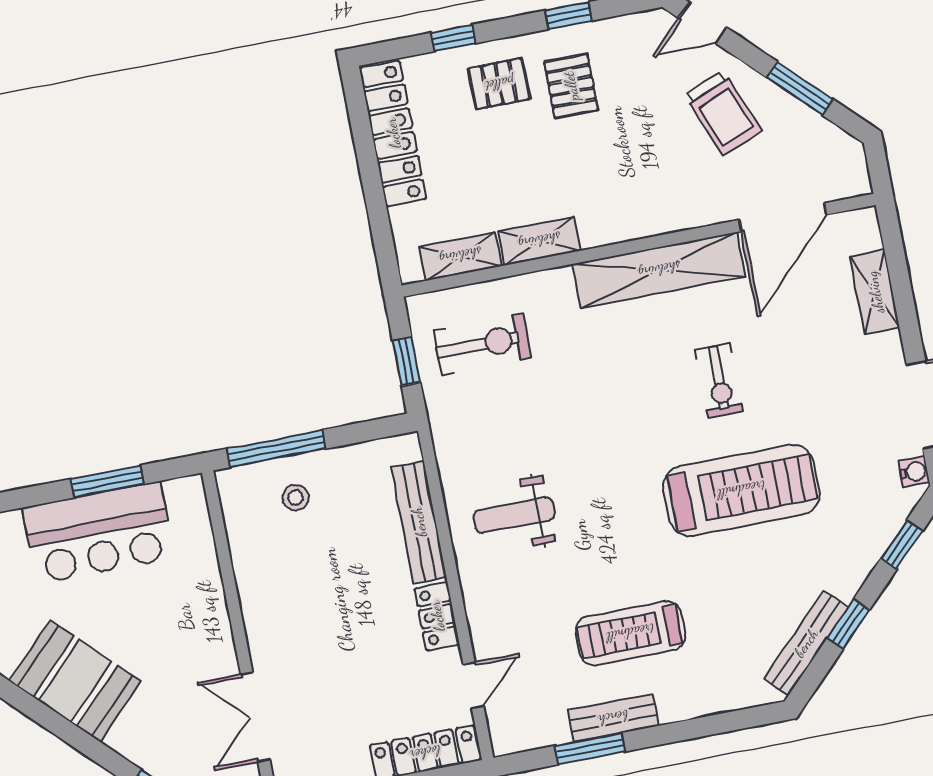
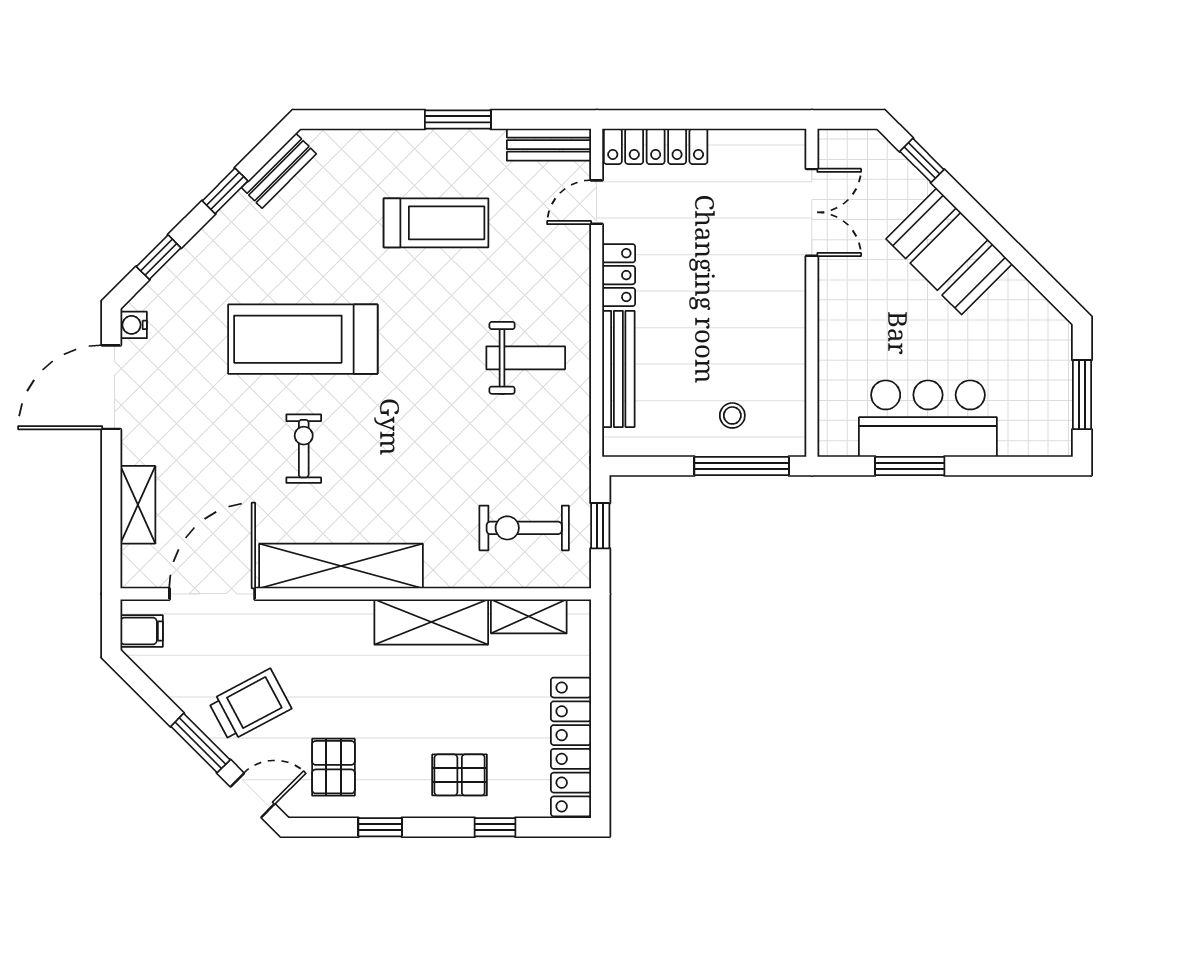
pallet: (571, 86) -> (333, 767), moved
window: (800, 89) -> (200, 743), moved
trolley: (723, 113) -> (250, 705), turned 84
filing cabinet: (846, 166) -> (142, 631), added
shelving: (539, 241) -> (431, 622), width x1.50, depth x1.33
bench: (806, 643) -> (279, 171), width x0.73
booth: (75, 681) -> (949, 251), moved
bench: (613, 718) -> (549, 145), moved
window: (590, 749) -> (458, 119), moved

